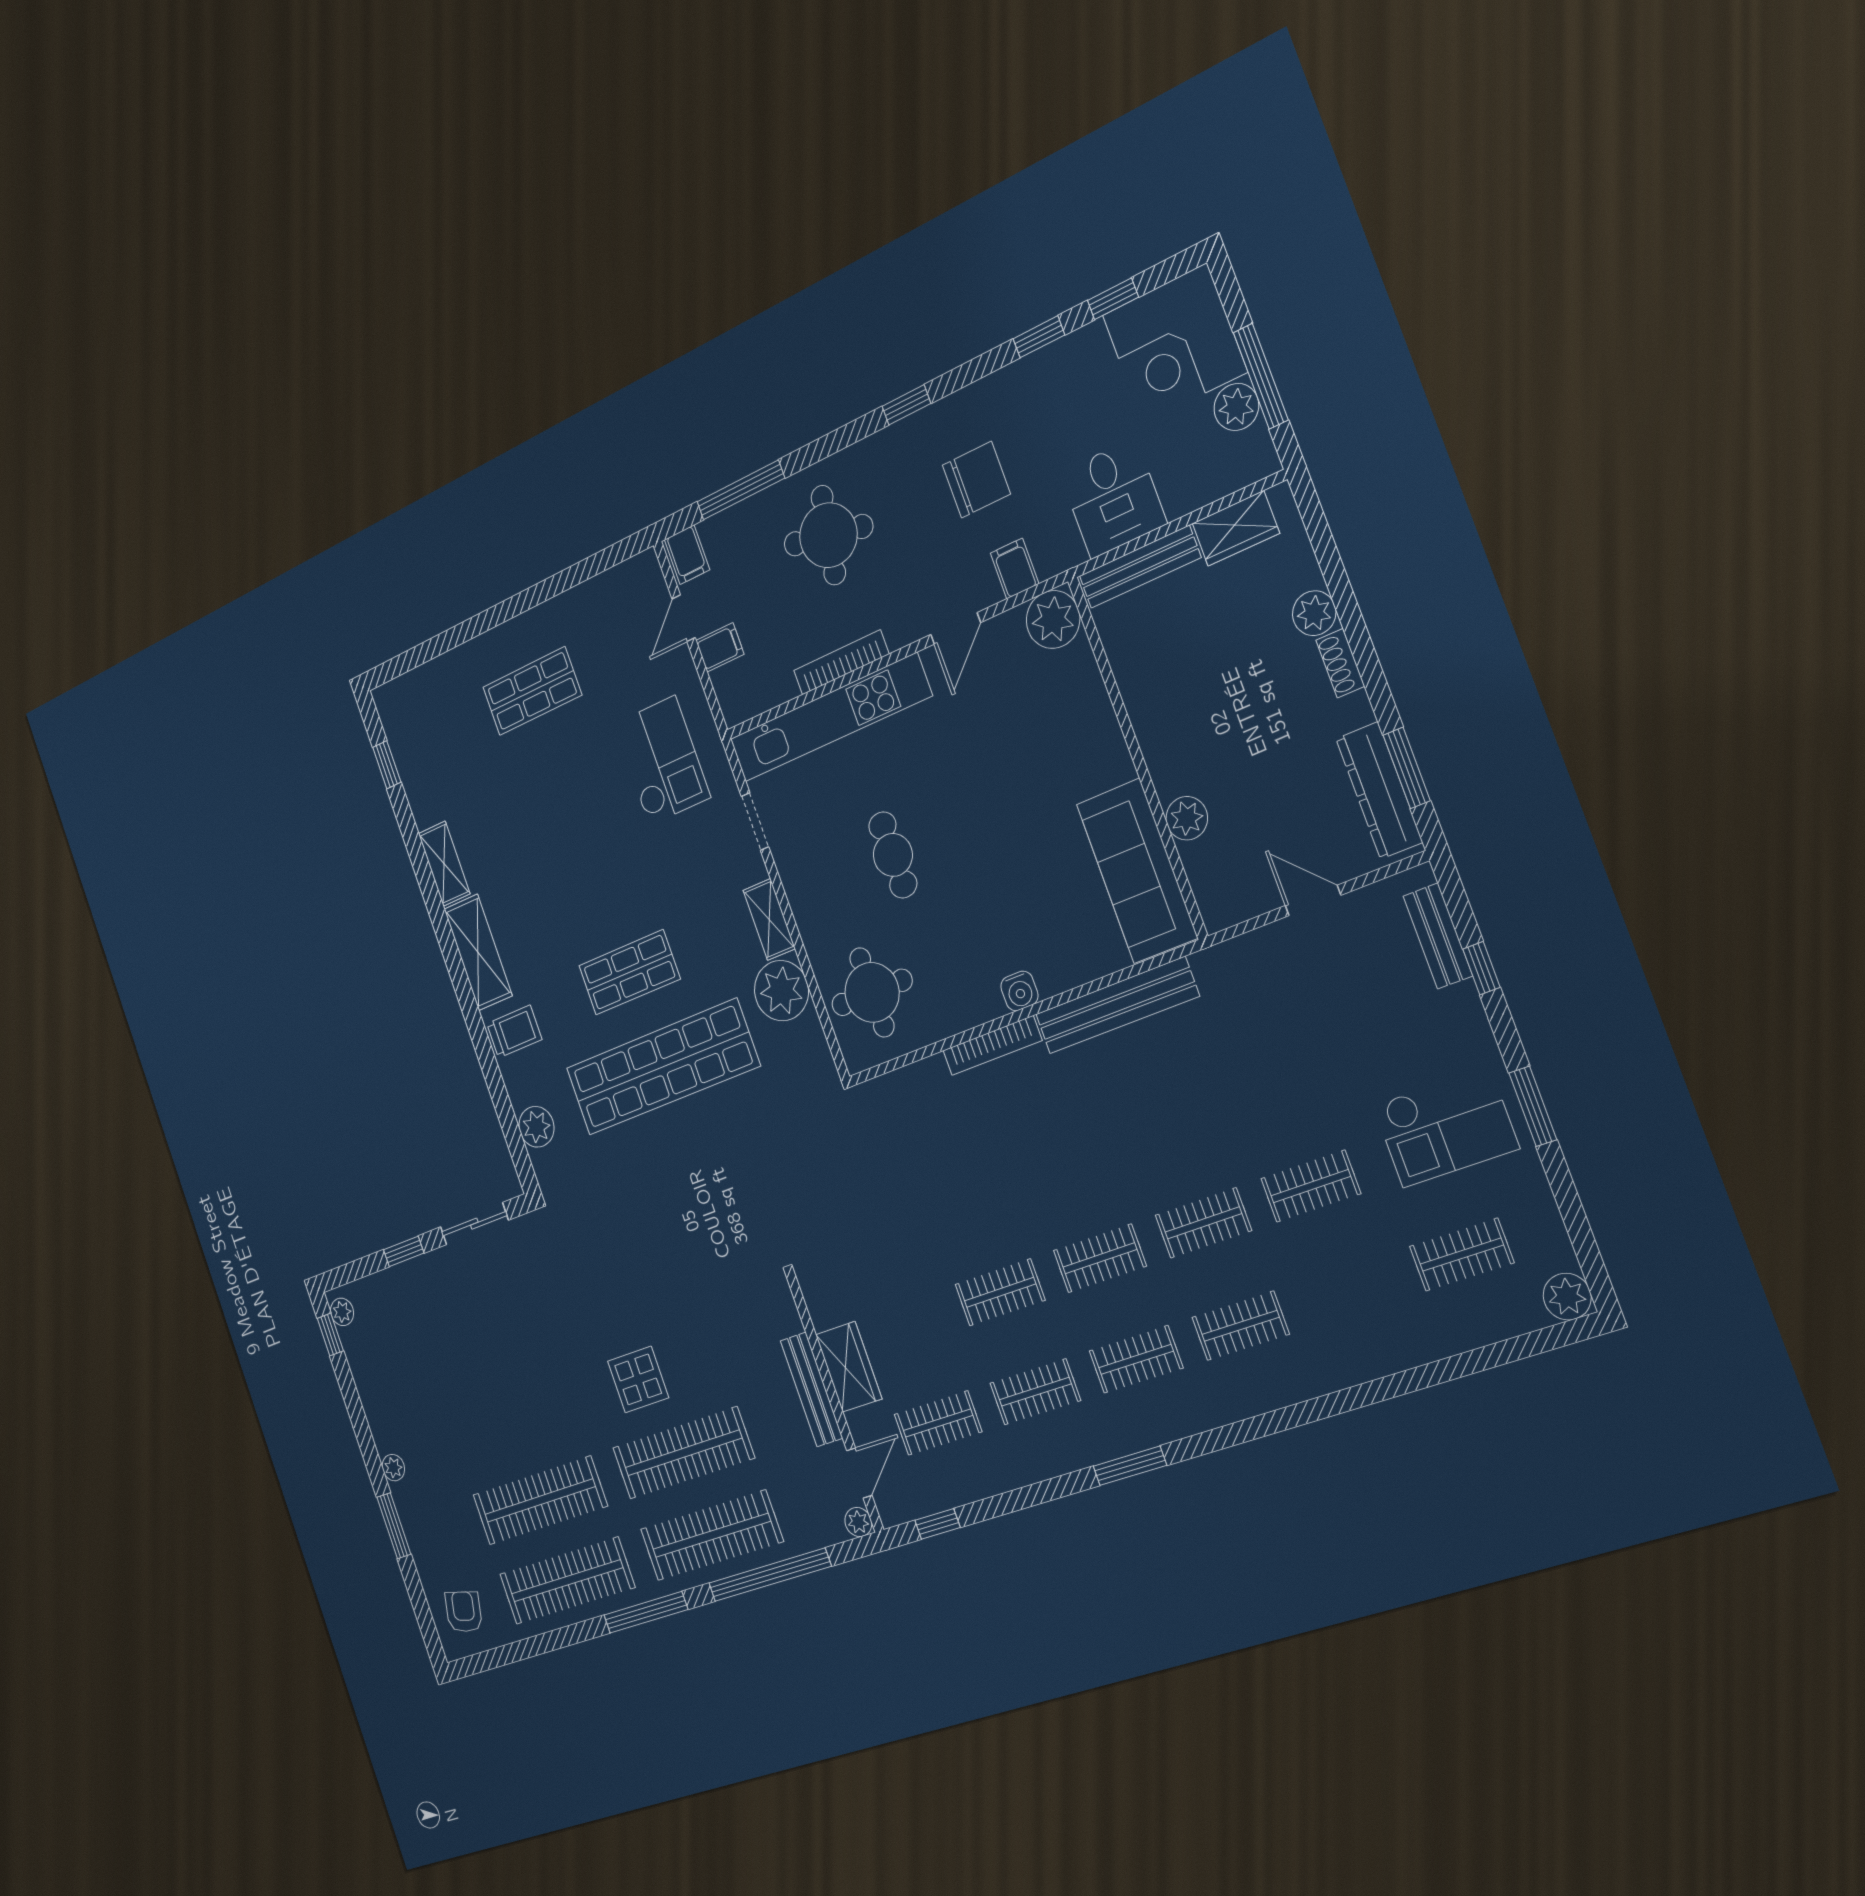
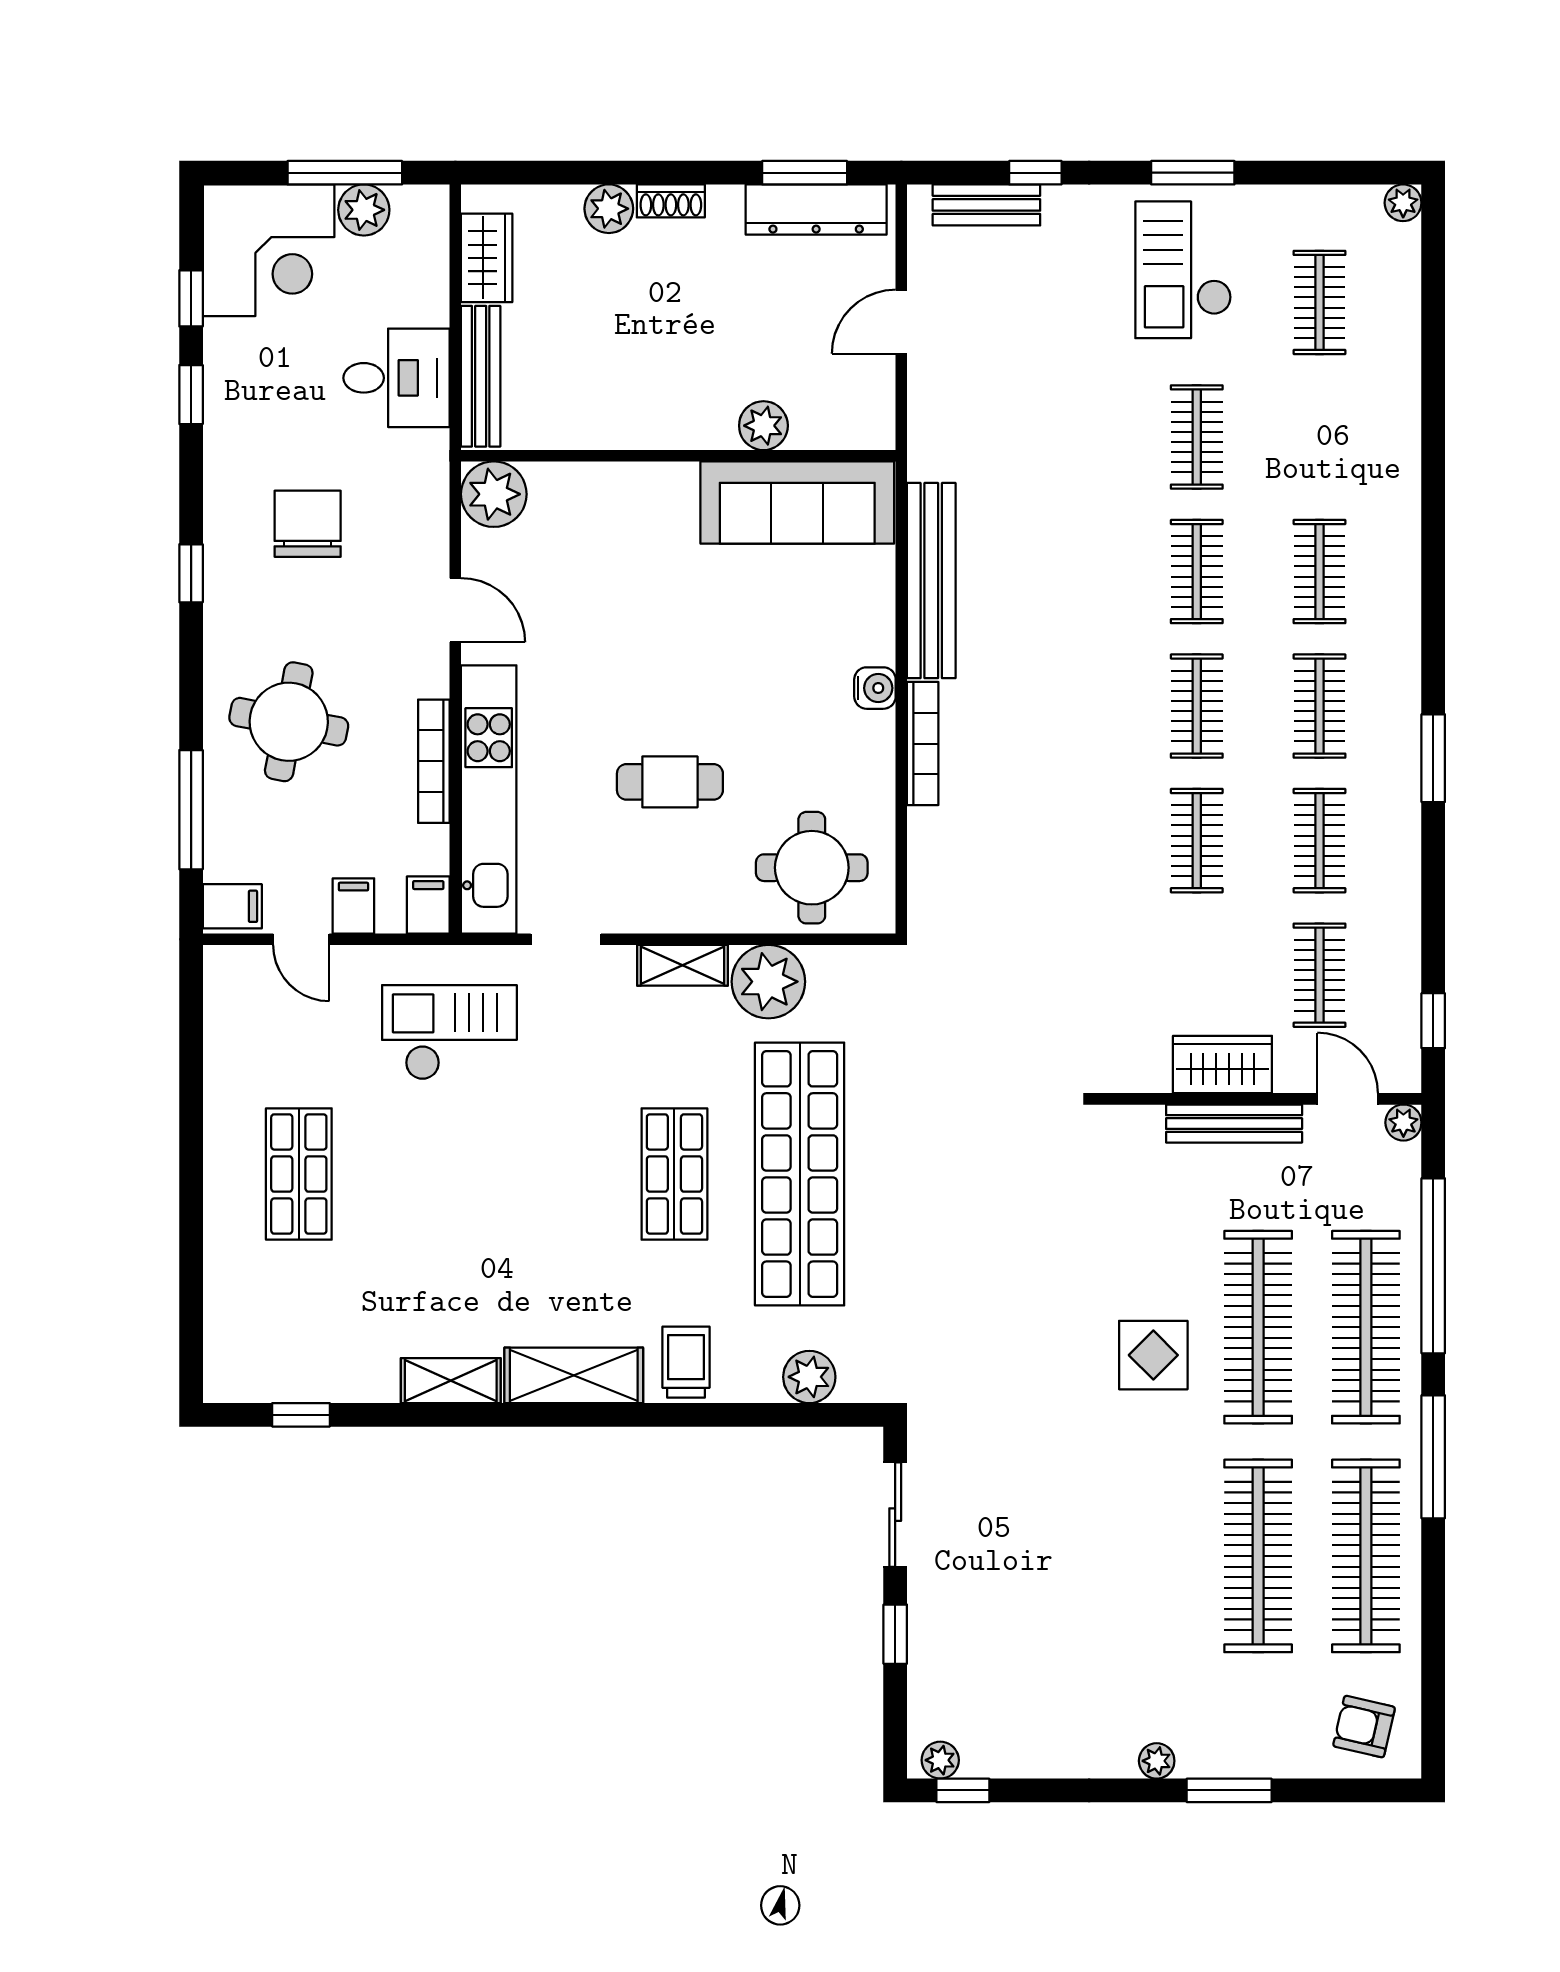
filing cabinet: (1015, 569) -> (428, 905), moved, turned 90
checkout: (1446, 1127) -> (1183, 270), turned 180
plant: (1567, 1297) -> (1403, 203), width x0.73, depth x0.73

